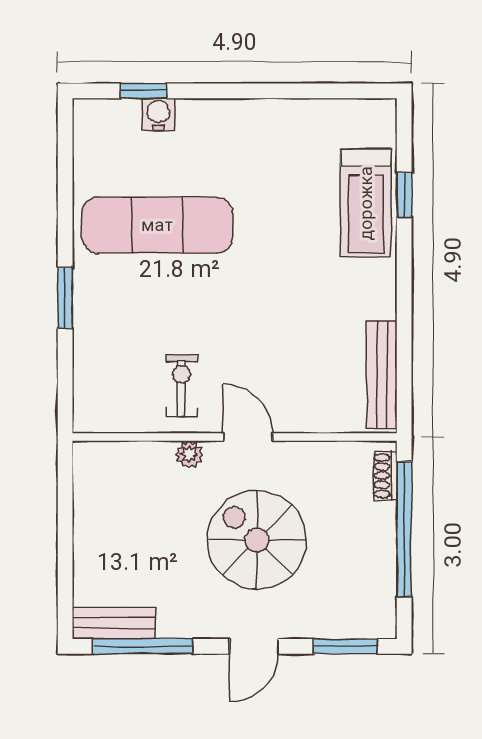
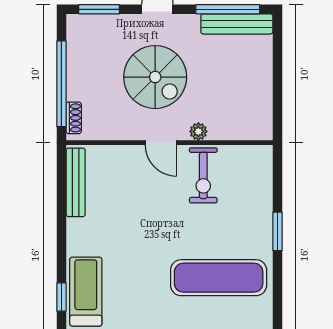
exercise bike: (181, 386) -> (203, 175), width x1.38, depth x1.39
bench: (114, 623) -> (237, 24), width x1.36

